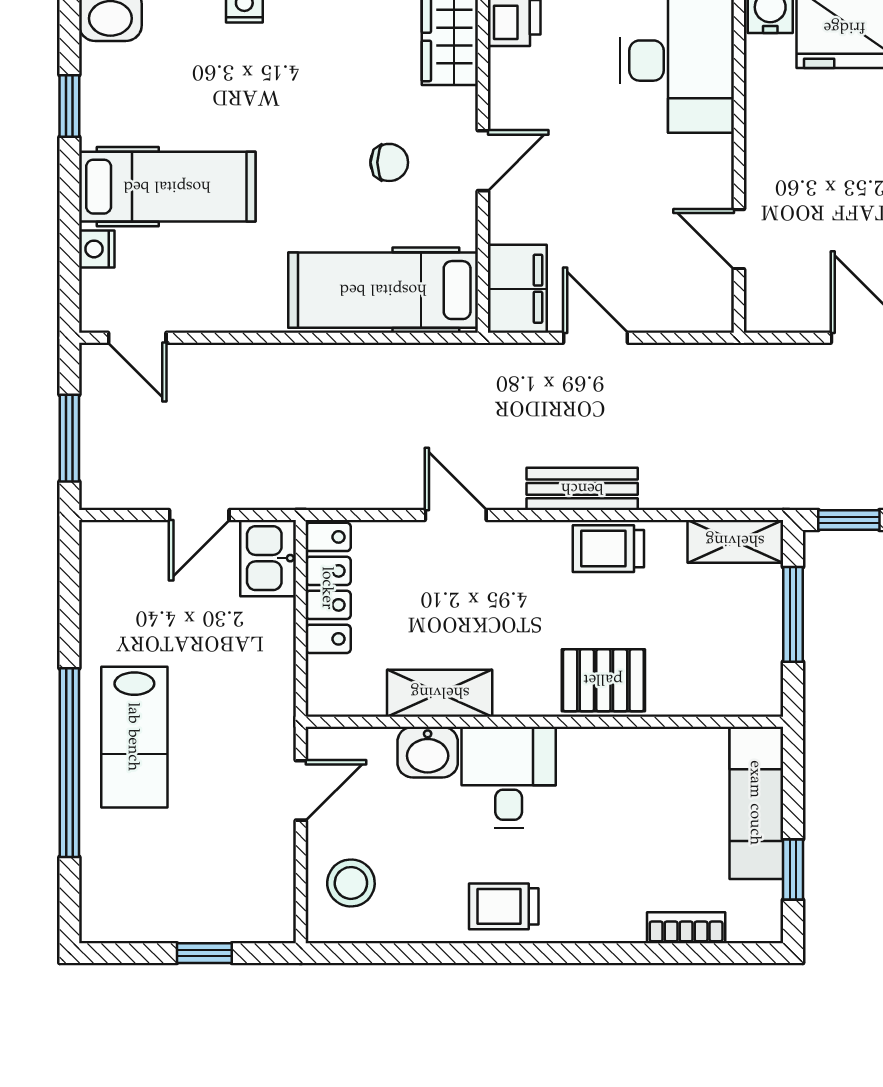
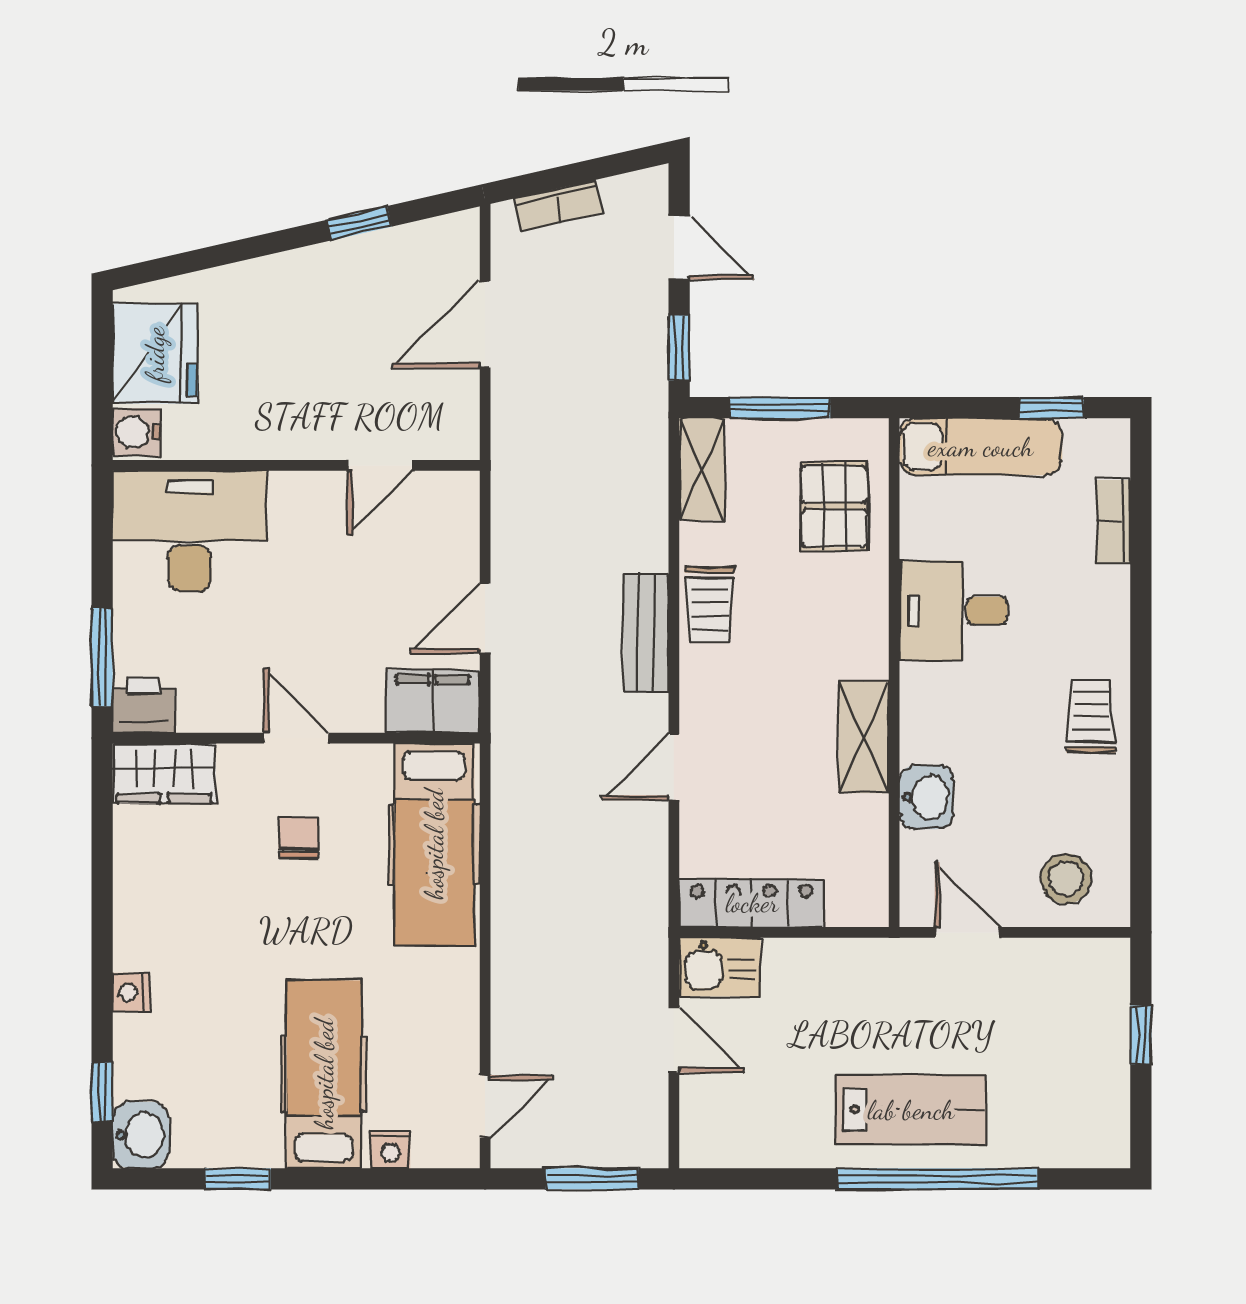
pallet: (603, 680) -> (834, 506), moved
shelving: (440, 693) -> (864, 737), moved
desk: (509, 777) -> (953, 611), moved
trolley: (504, 906) -> (1091, 716), turned 180

